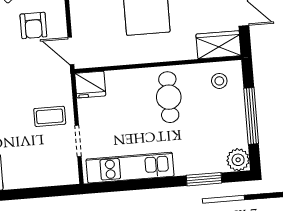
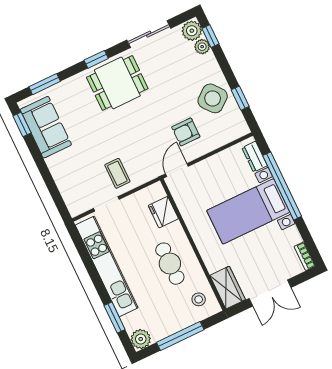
fridge: (90, 85) -> (163, 212), moved
cafe table: (169, 97) -> (170, 264), turned 90
kitchen unit: (130, 168) -> (107, 266), width x1.36

